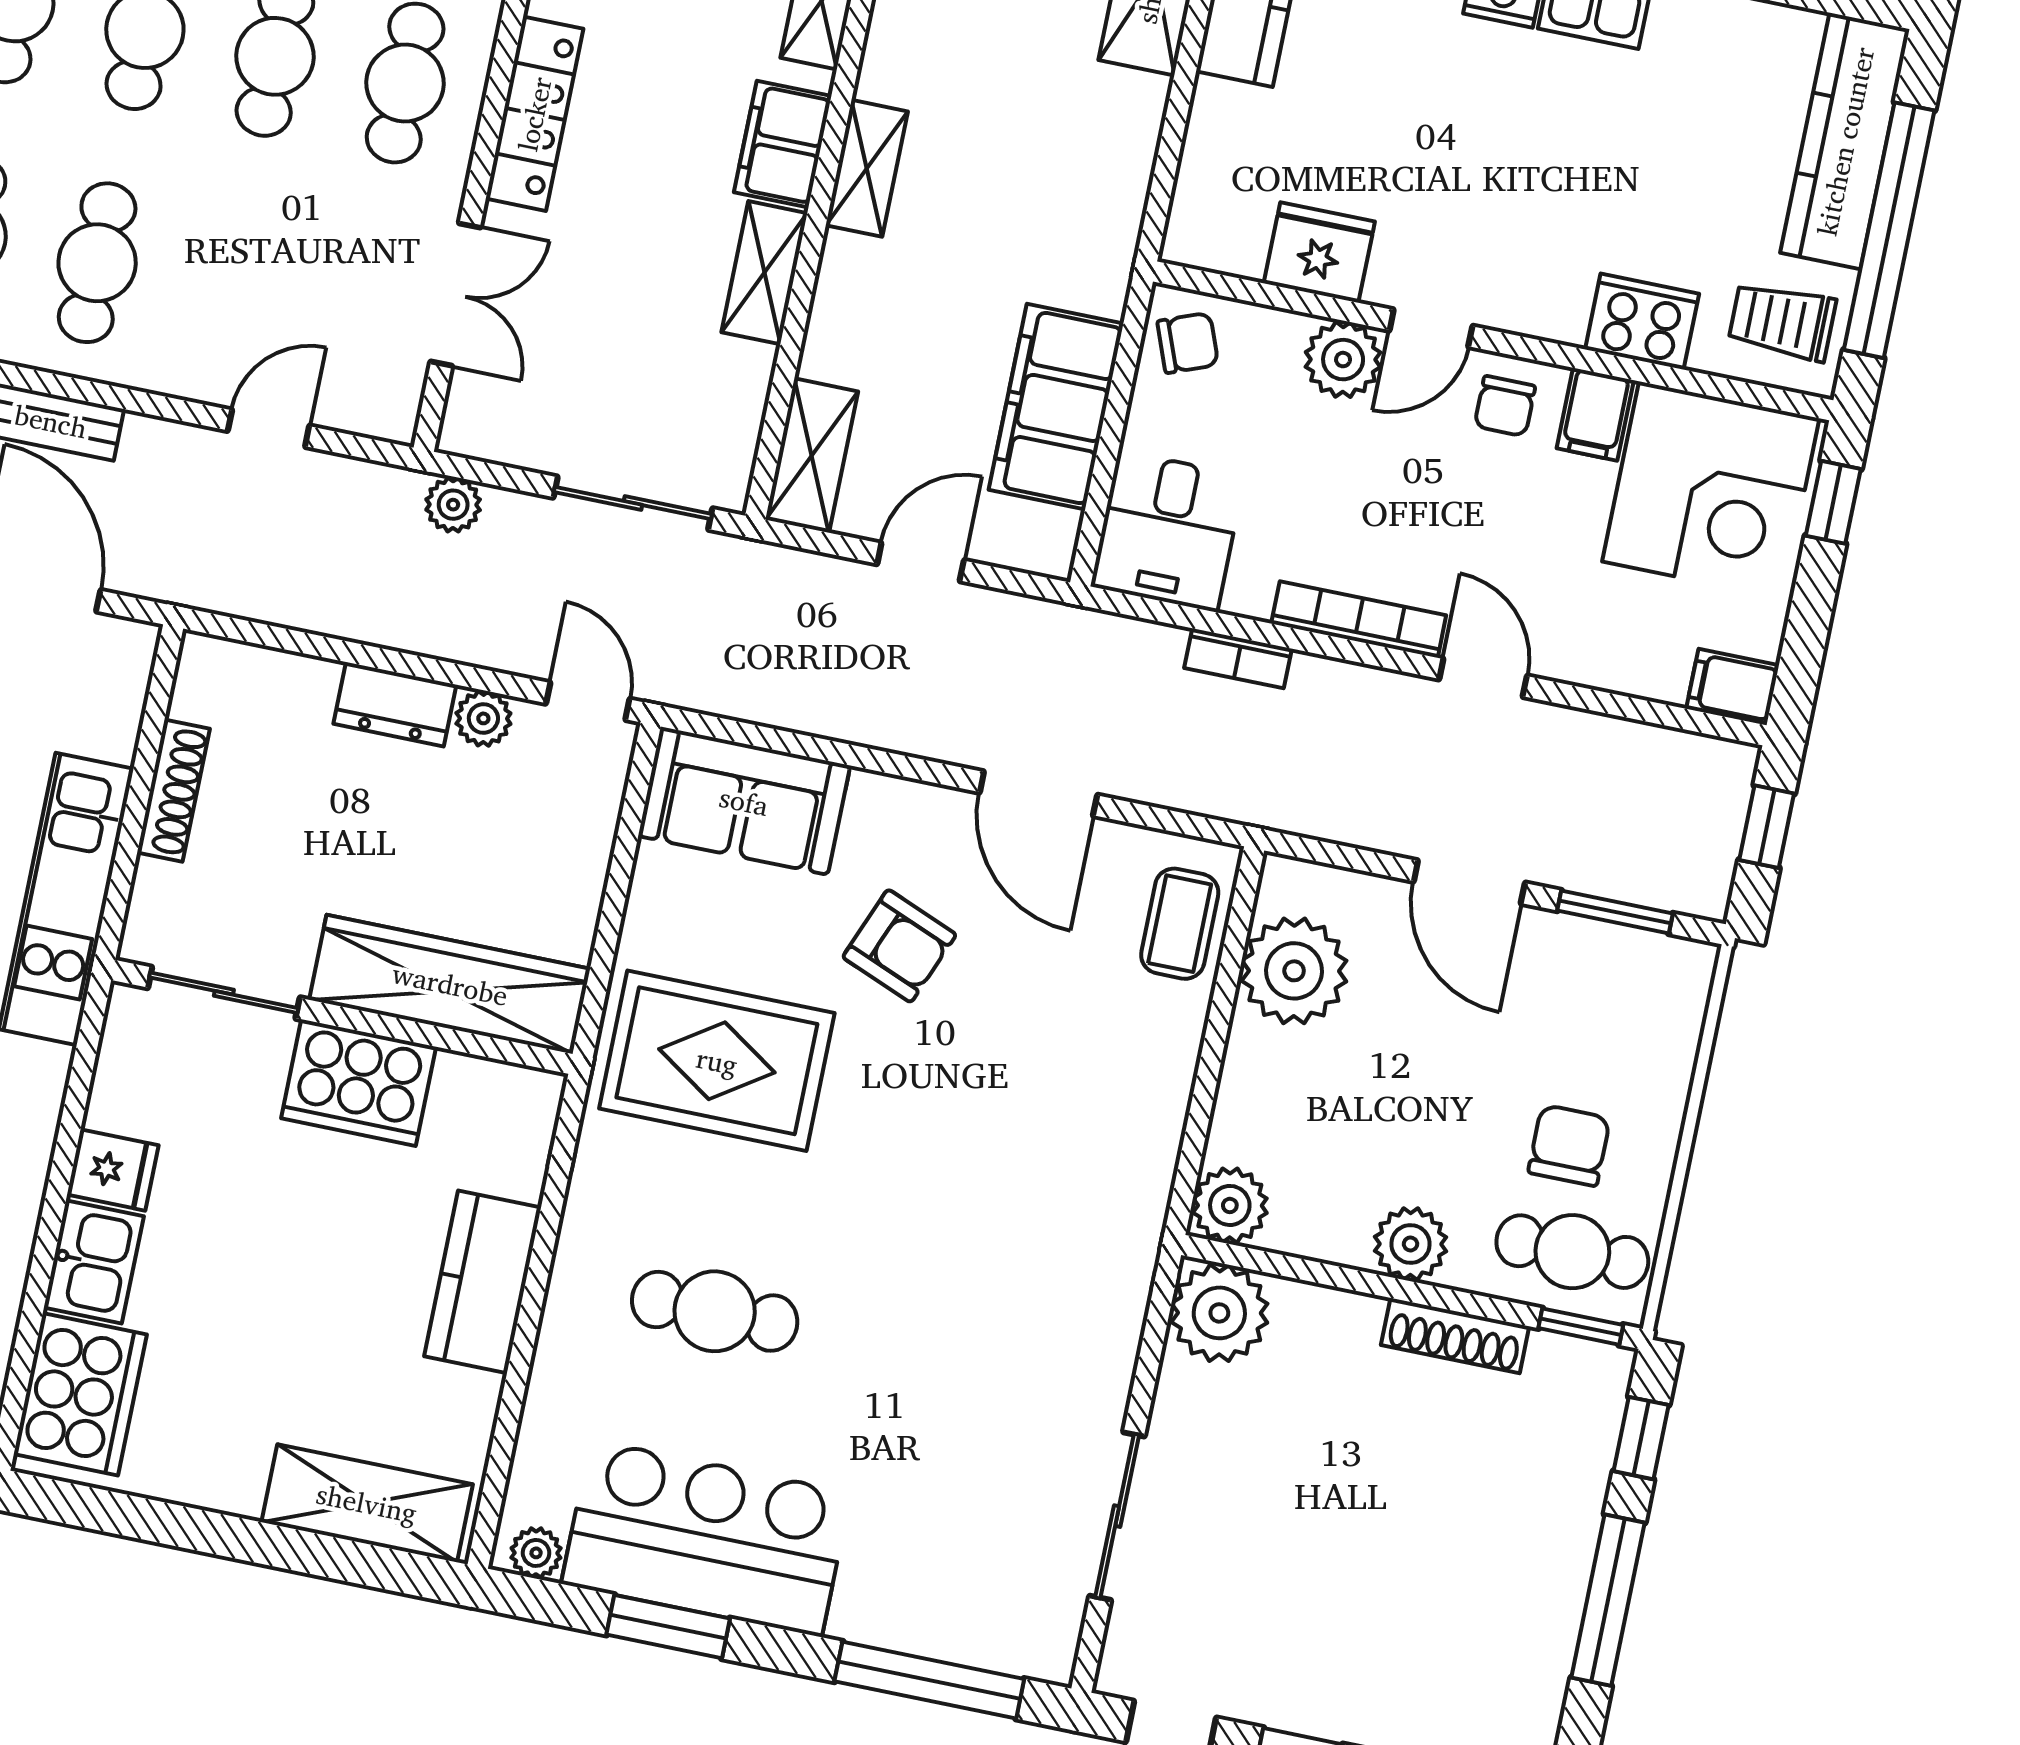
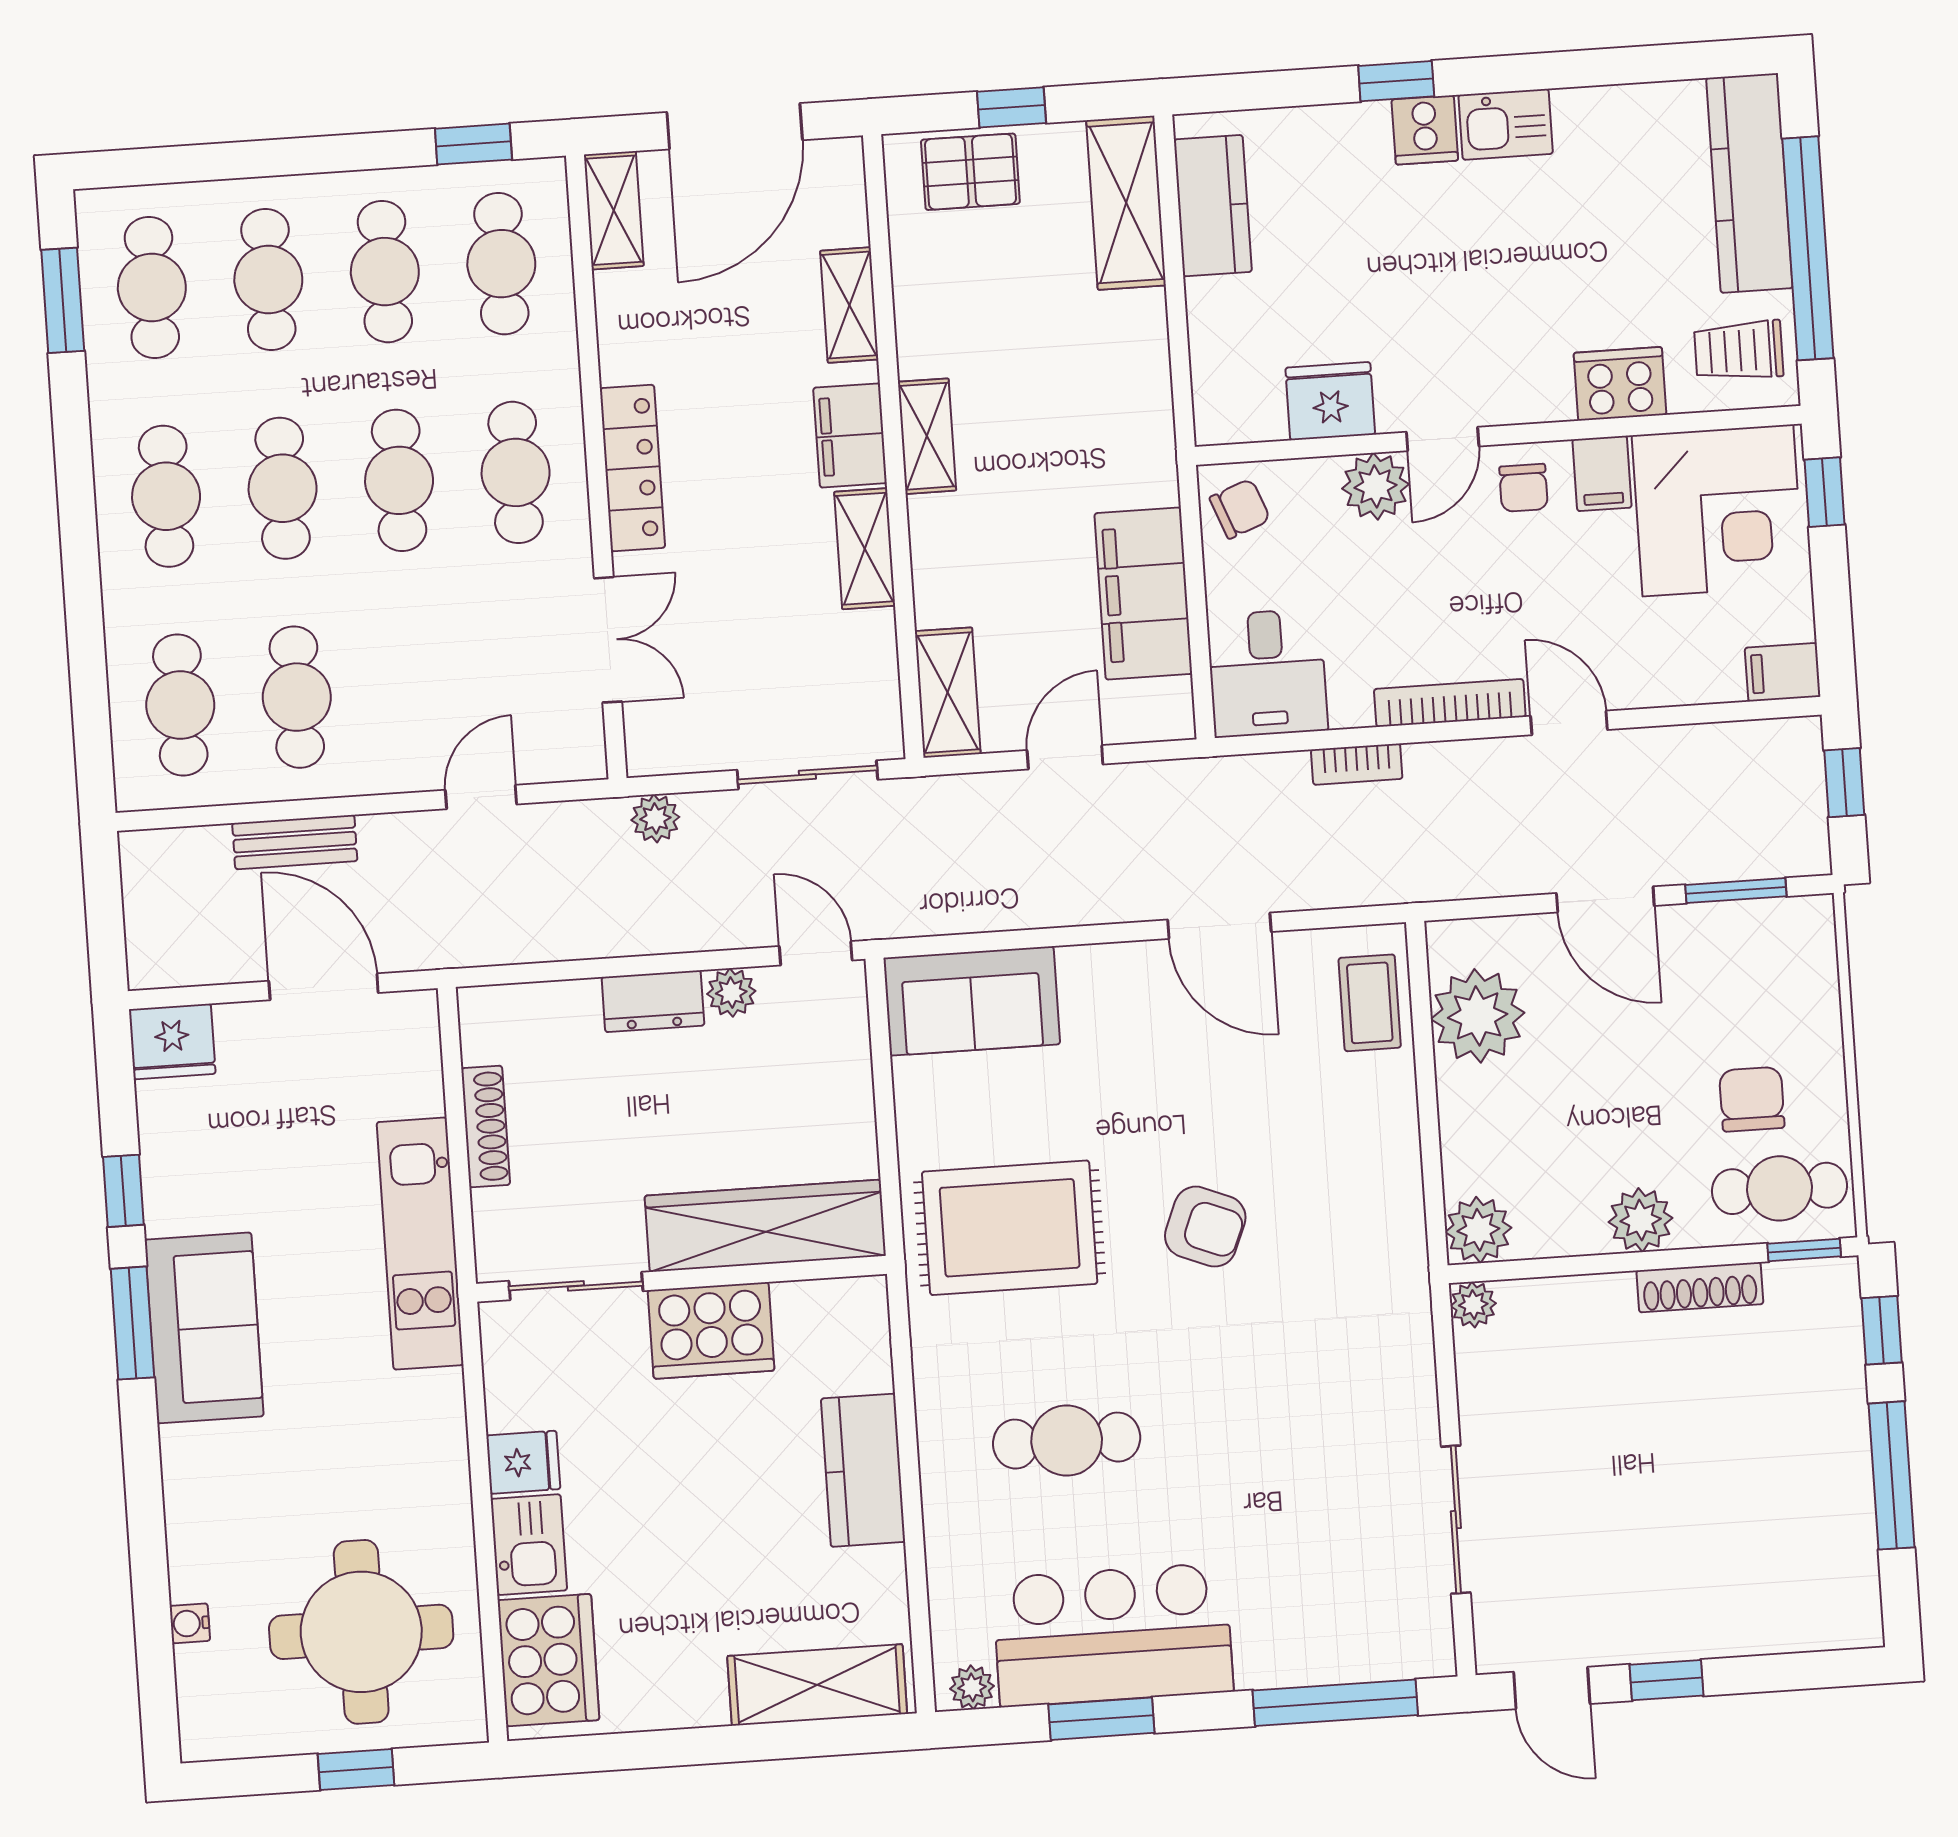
armchair: (899, 946) -> (1205, 1227), moved
plant: (1219, 1313) -> (1473, 1305), width x0.53, depth x0.53

